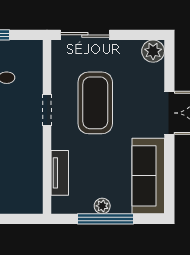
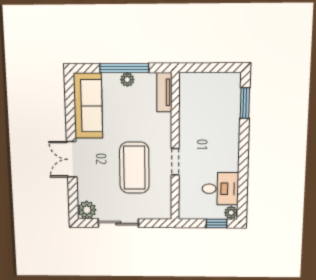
sliding door: (85, 35) -> (118, 223), moved
tv unit: (60, 173) -> (164, 92), moved

